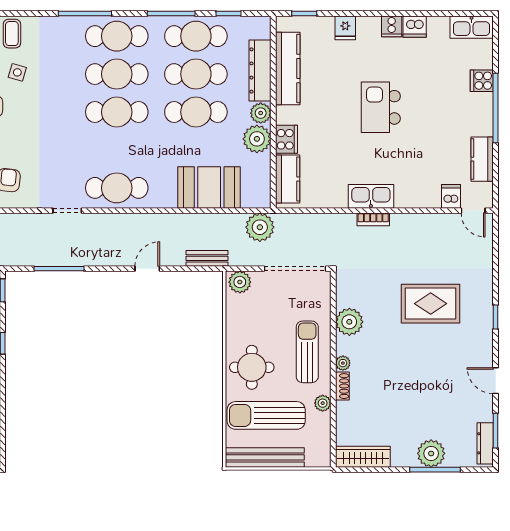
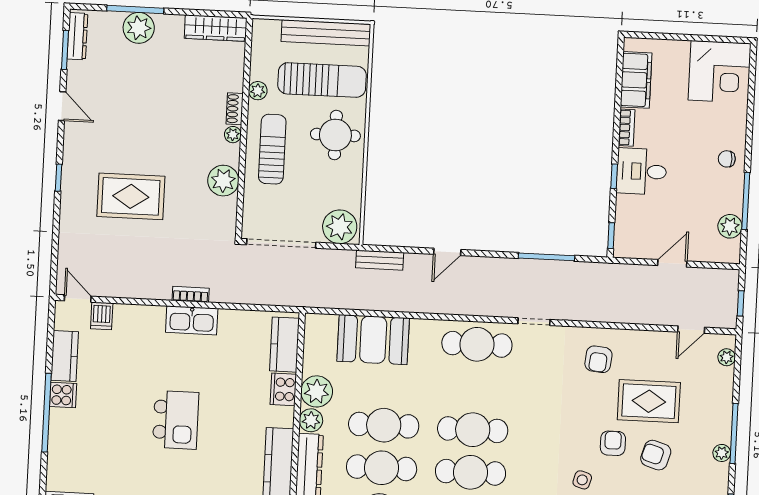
cooker: (482, 81) -> (63, 395), moved
plant: (260, 227) -> (318, 292), removed
plant: (240, 282) -> (340, 227), width x1.36, depth x1.36
sun lounger: (307, 352) -> (272, 149), turned 180

